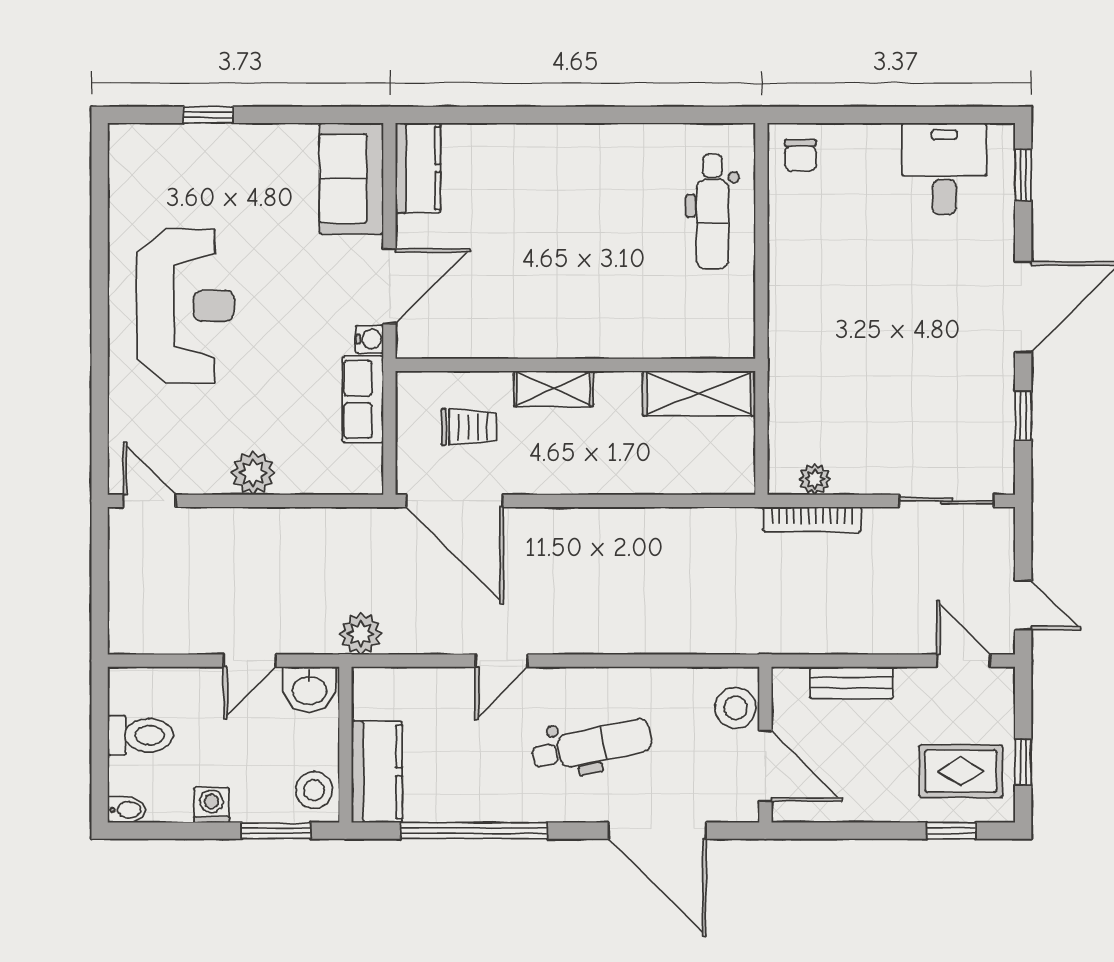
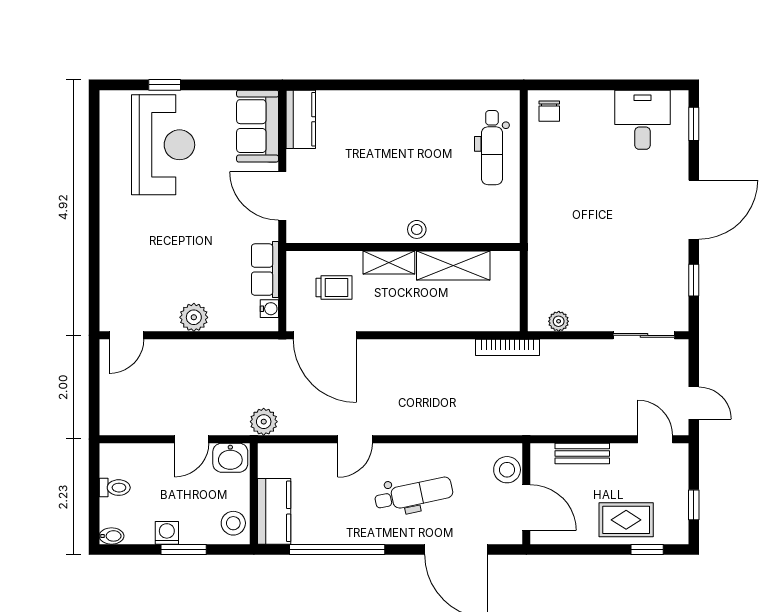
door: (389, 286) -> (282, 196), swing flipped
reception desk: (185, 306) -> (163, 145), moved
stool: (597, 338) -> (417, 229), added
water cooler: (370, 339) -> (269, 309), moved
shelving: (699, 393) -> (453, 266), moved
door: (150, 501) -> (127, 335), swing flipped
bookcase: (812, 519) -> (508, 347), moved
toilet: (140, 735) -> (115, 488), width x0.73, depth x0.72
rug: (961, 771) -> (626, 520), moved
window: (276, 831) -> (184, 549), moved

